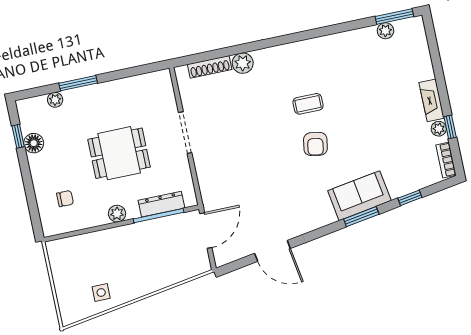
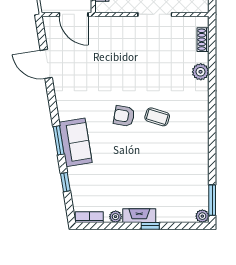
plant: (385, 31) -> (202, 216), moved
shoe rack: (210, 67) -> (203, 40), width x0.70
coffee table: (308, 104) -> (157, 117), turned -73
window: (450, 127) -> (150, 226), moved
door: (272, 251) -> (46, 64), hinge flipped

